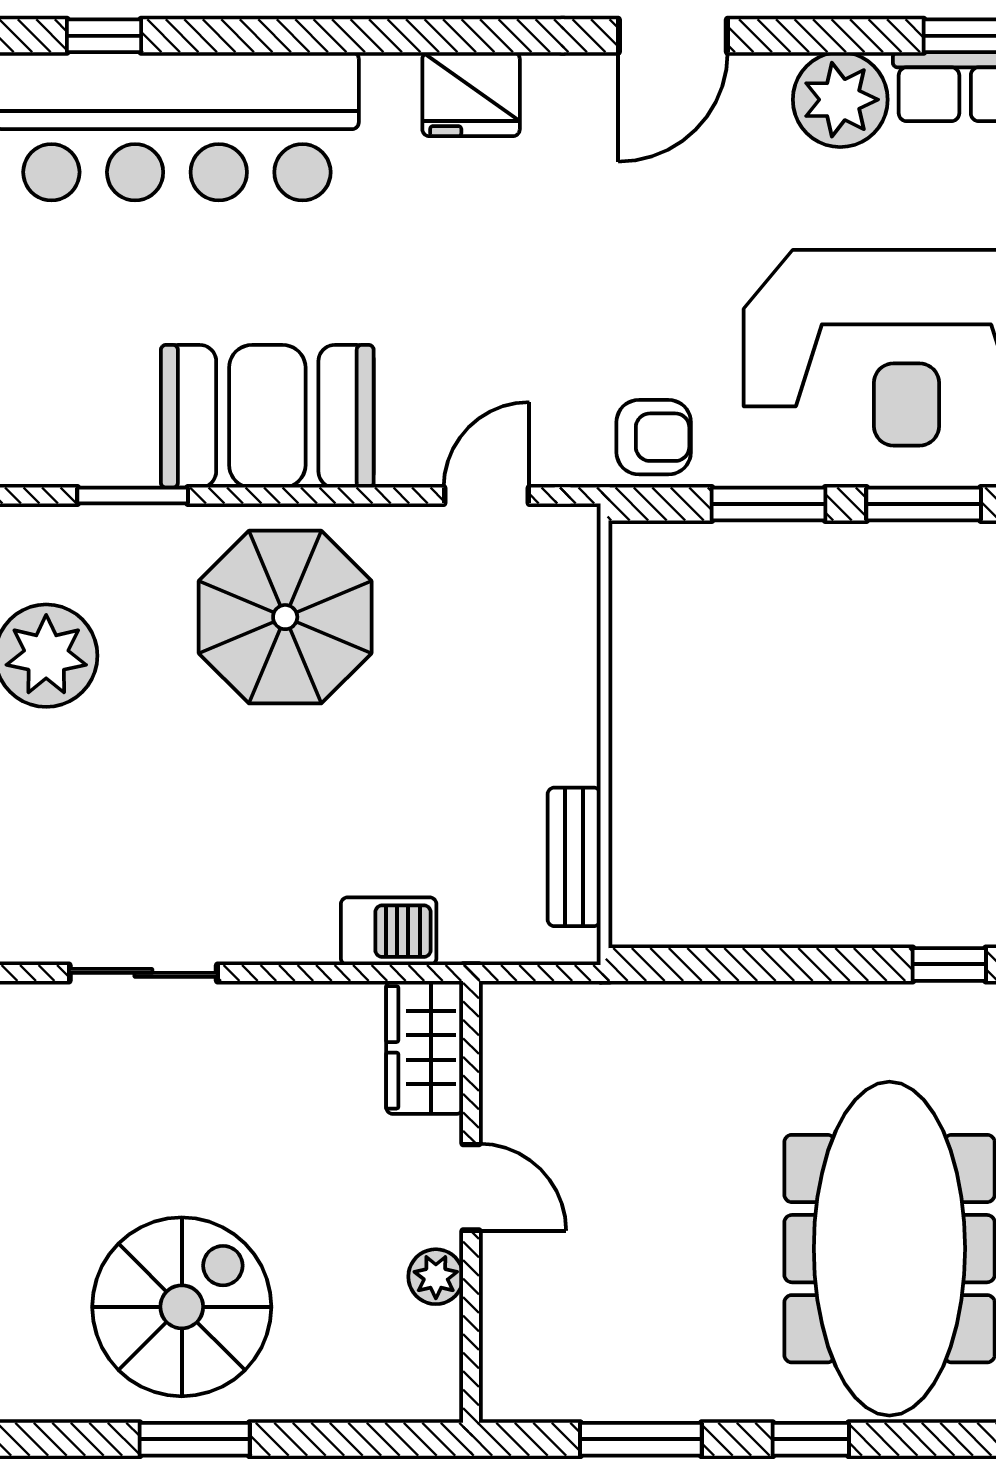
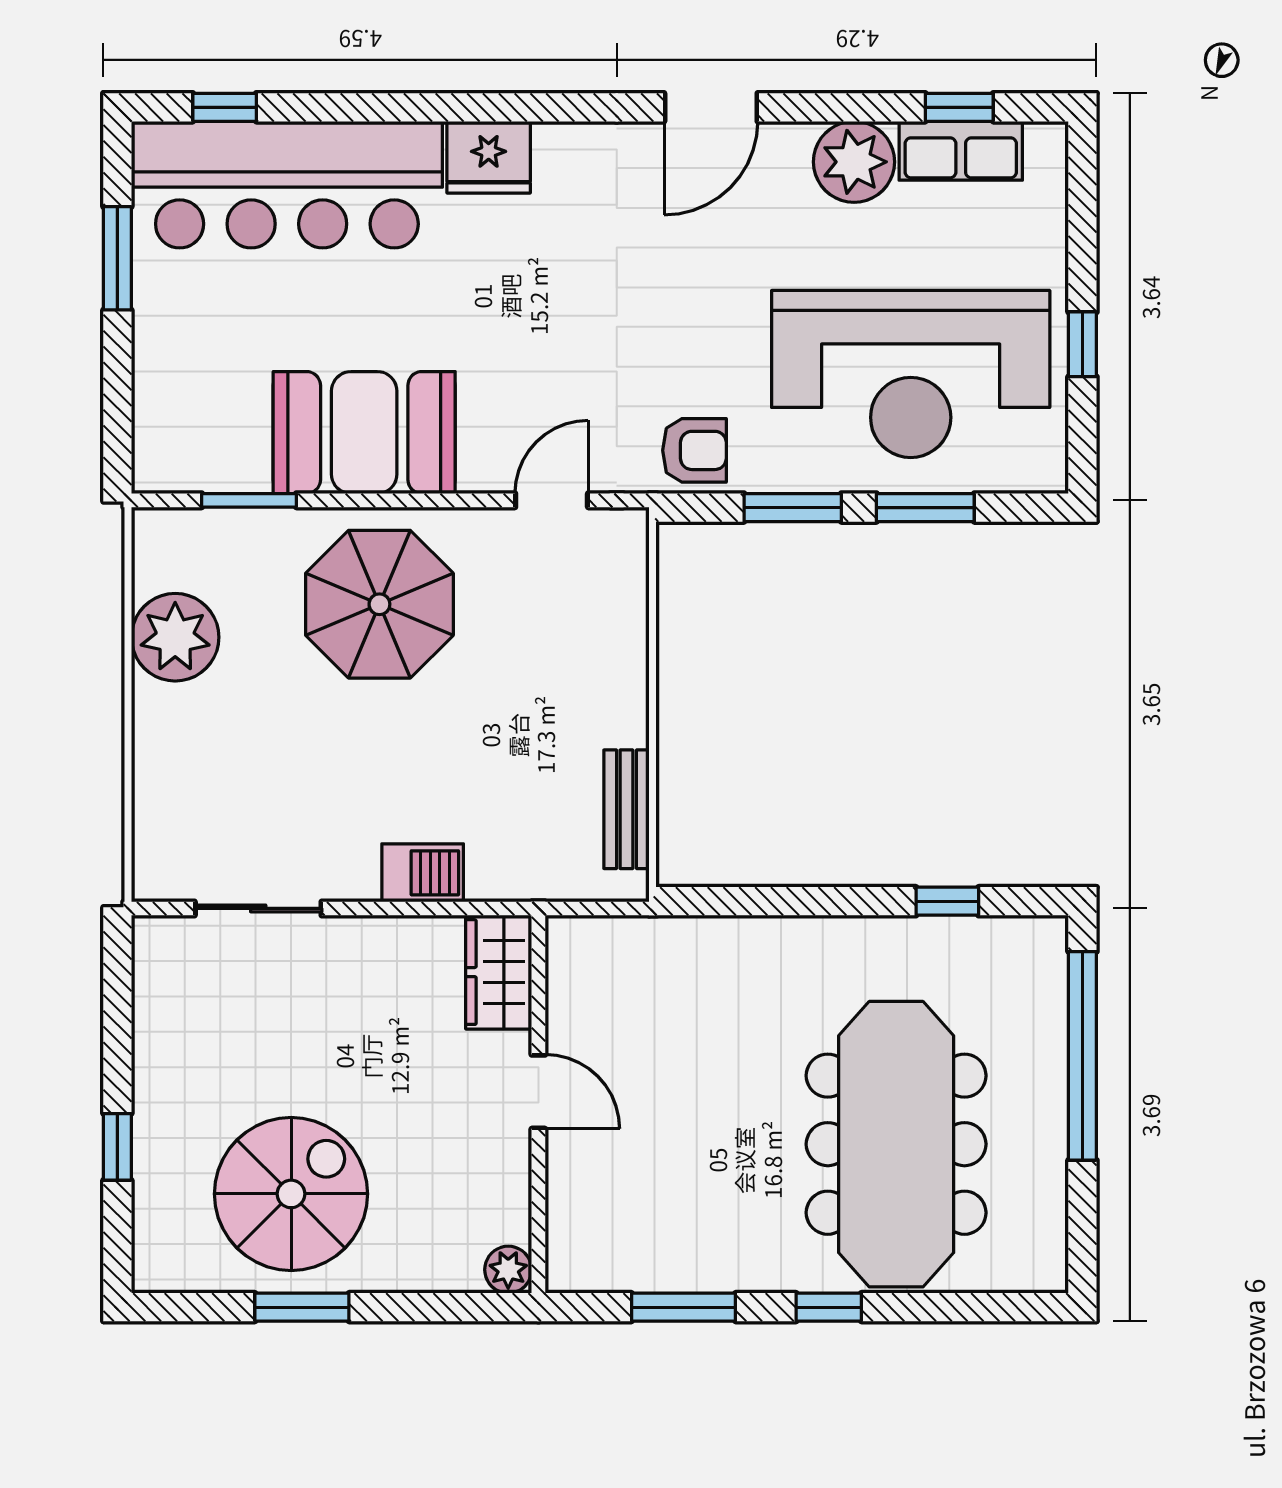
fridge: (471, 94) -> (489, 157), moved
barbecue: (389, 931) -> (423, 873), moved
plant: (436, 1277) -> (508, 1270), moved

